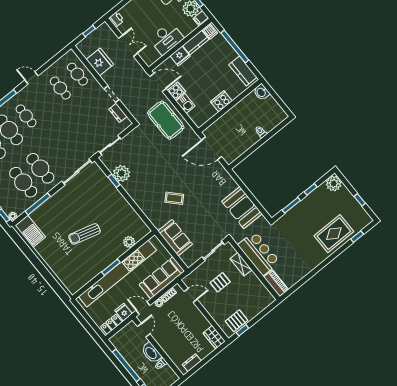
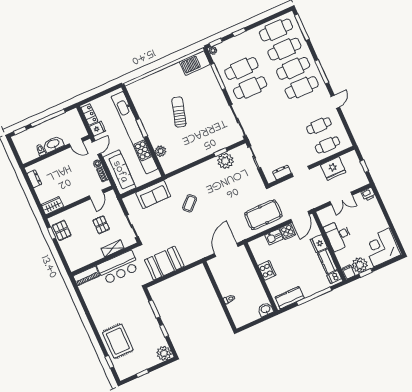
cafe table: (26, 116) -> (302, 87), width x1.37, depth x1.35

